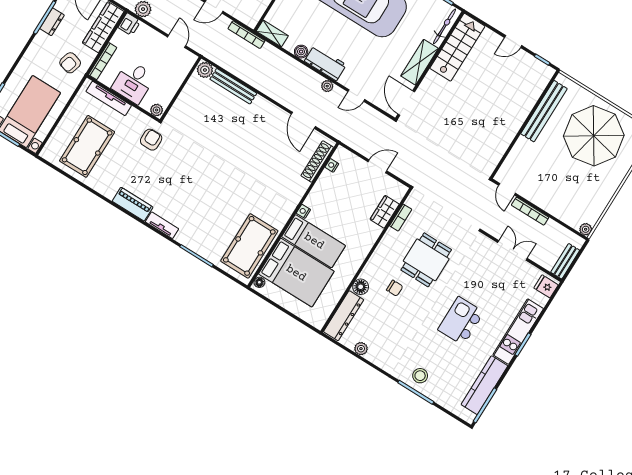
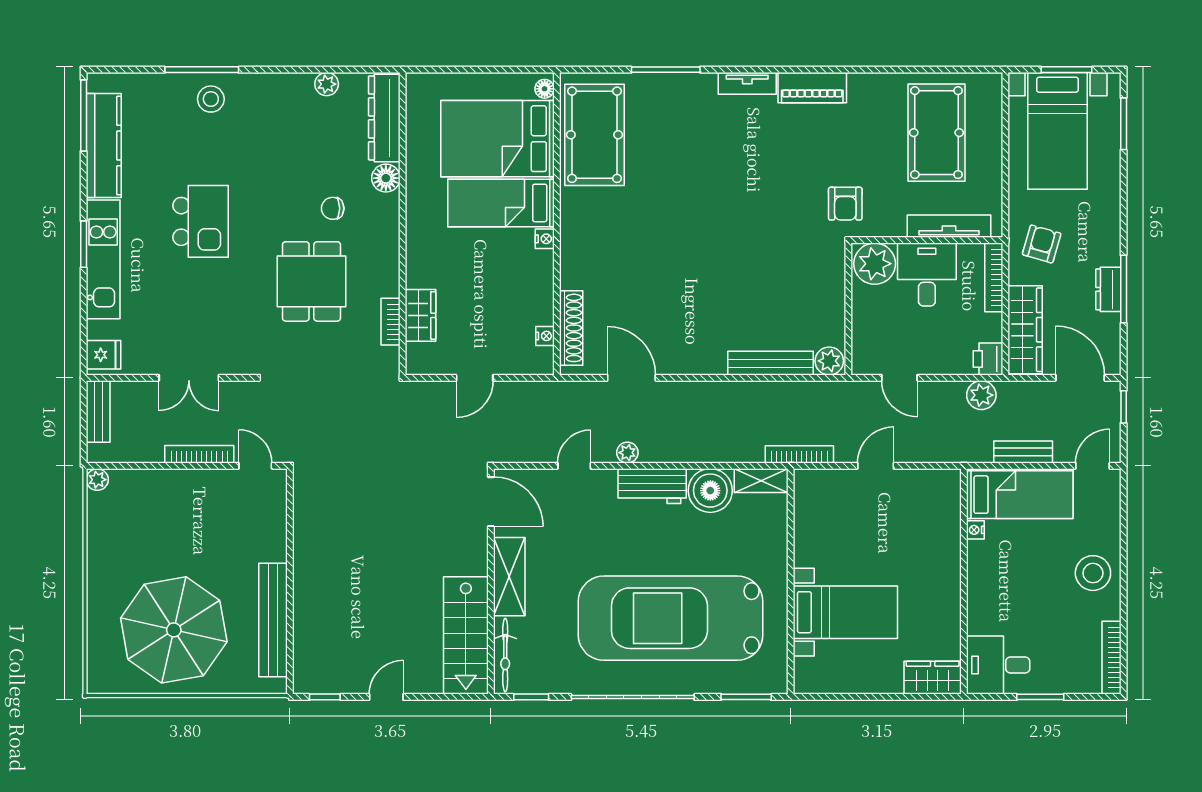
boiler: (301, 52) -> (710, 491), width x1.86, depth x1.86
plant: (157, 110) -> (875, 264), width x1.87, depth x1.87

